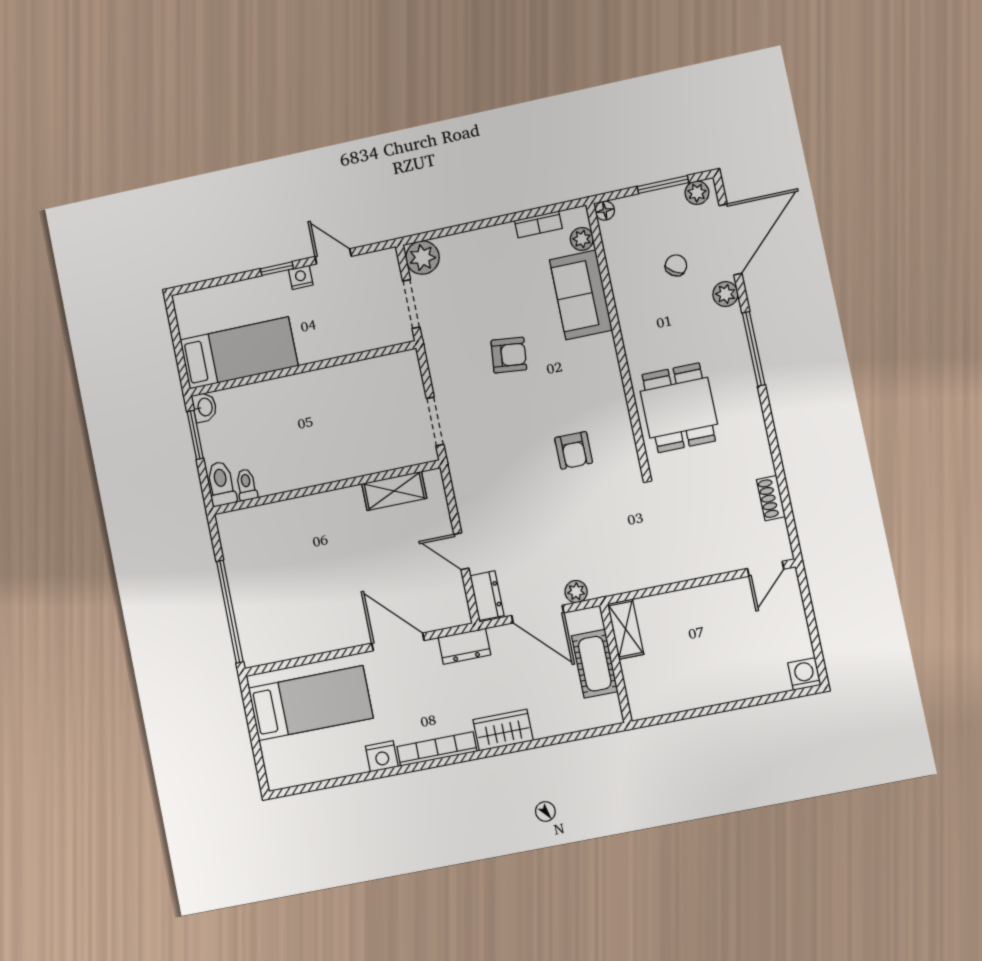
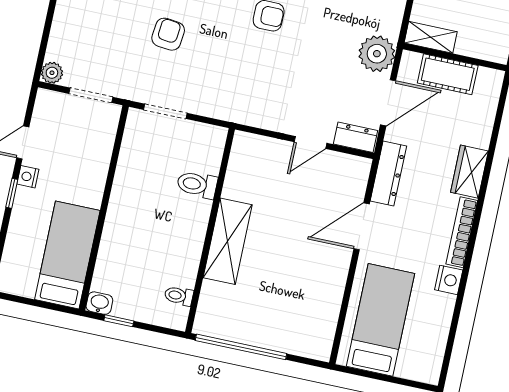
plant: (422, 258) -> (52, 73), width x0.73, depth x0.73
doorway: (435, 421) -> (165, 111), moved
window: (195, 435) -> (119, 321), width x0.67
toilet: (221, 484) -> (197, 185), moved
shelving: (394, 491) -> (228, 241), moved, width x1.50, depth x1.33
plant: (576, 592) -> (377, 54), width x1.88, depth x1.88
window: (230, 612) -> (241, 347), moved
dresser: (464, 646) -> (388, 174), width x1.44

